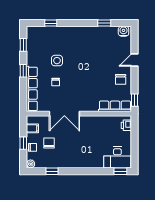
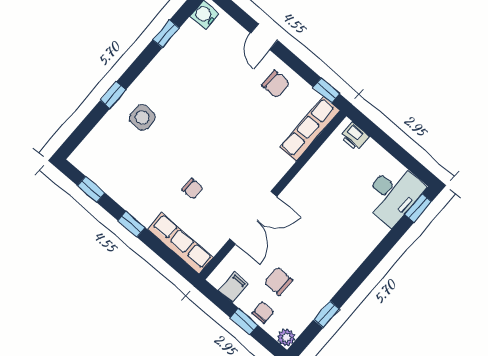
window: (51, 23) -> (113, 95), moved
side table: (57, 61) -> (142, 118), moved
row of seats: (32, 89) -> (180, 243), width x0.73

